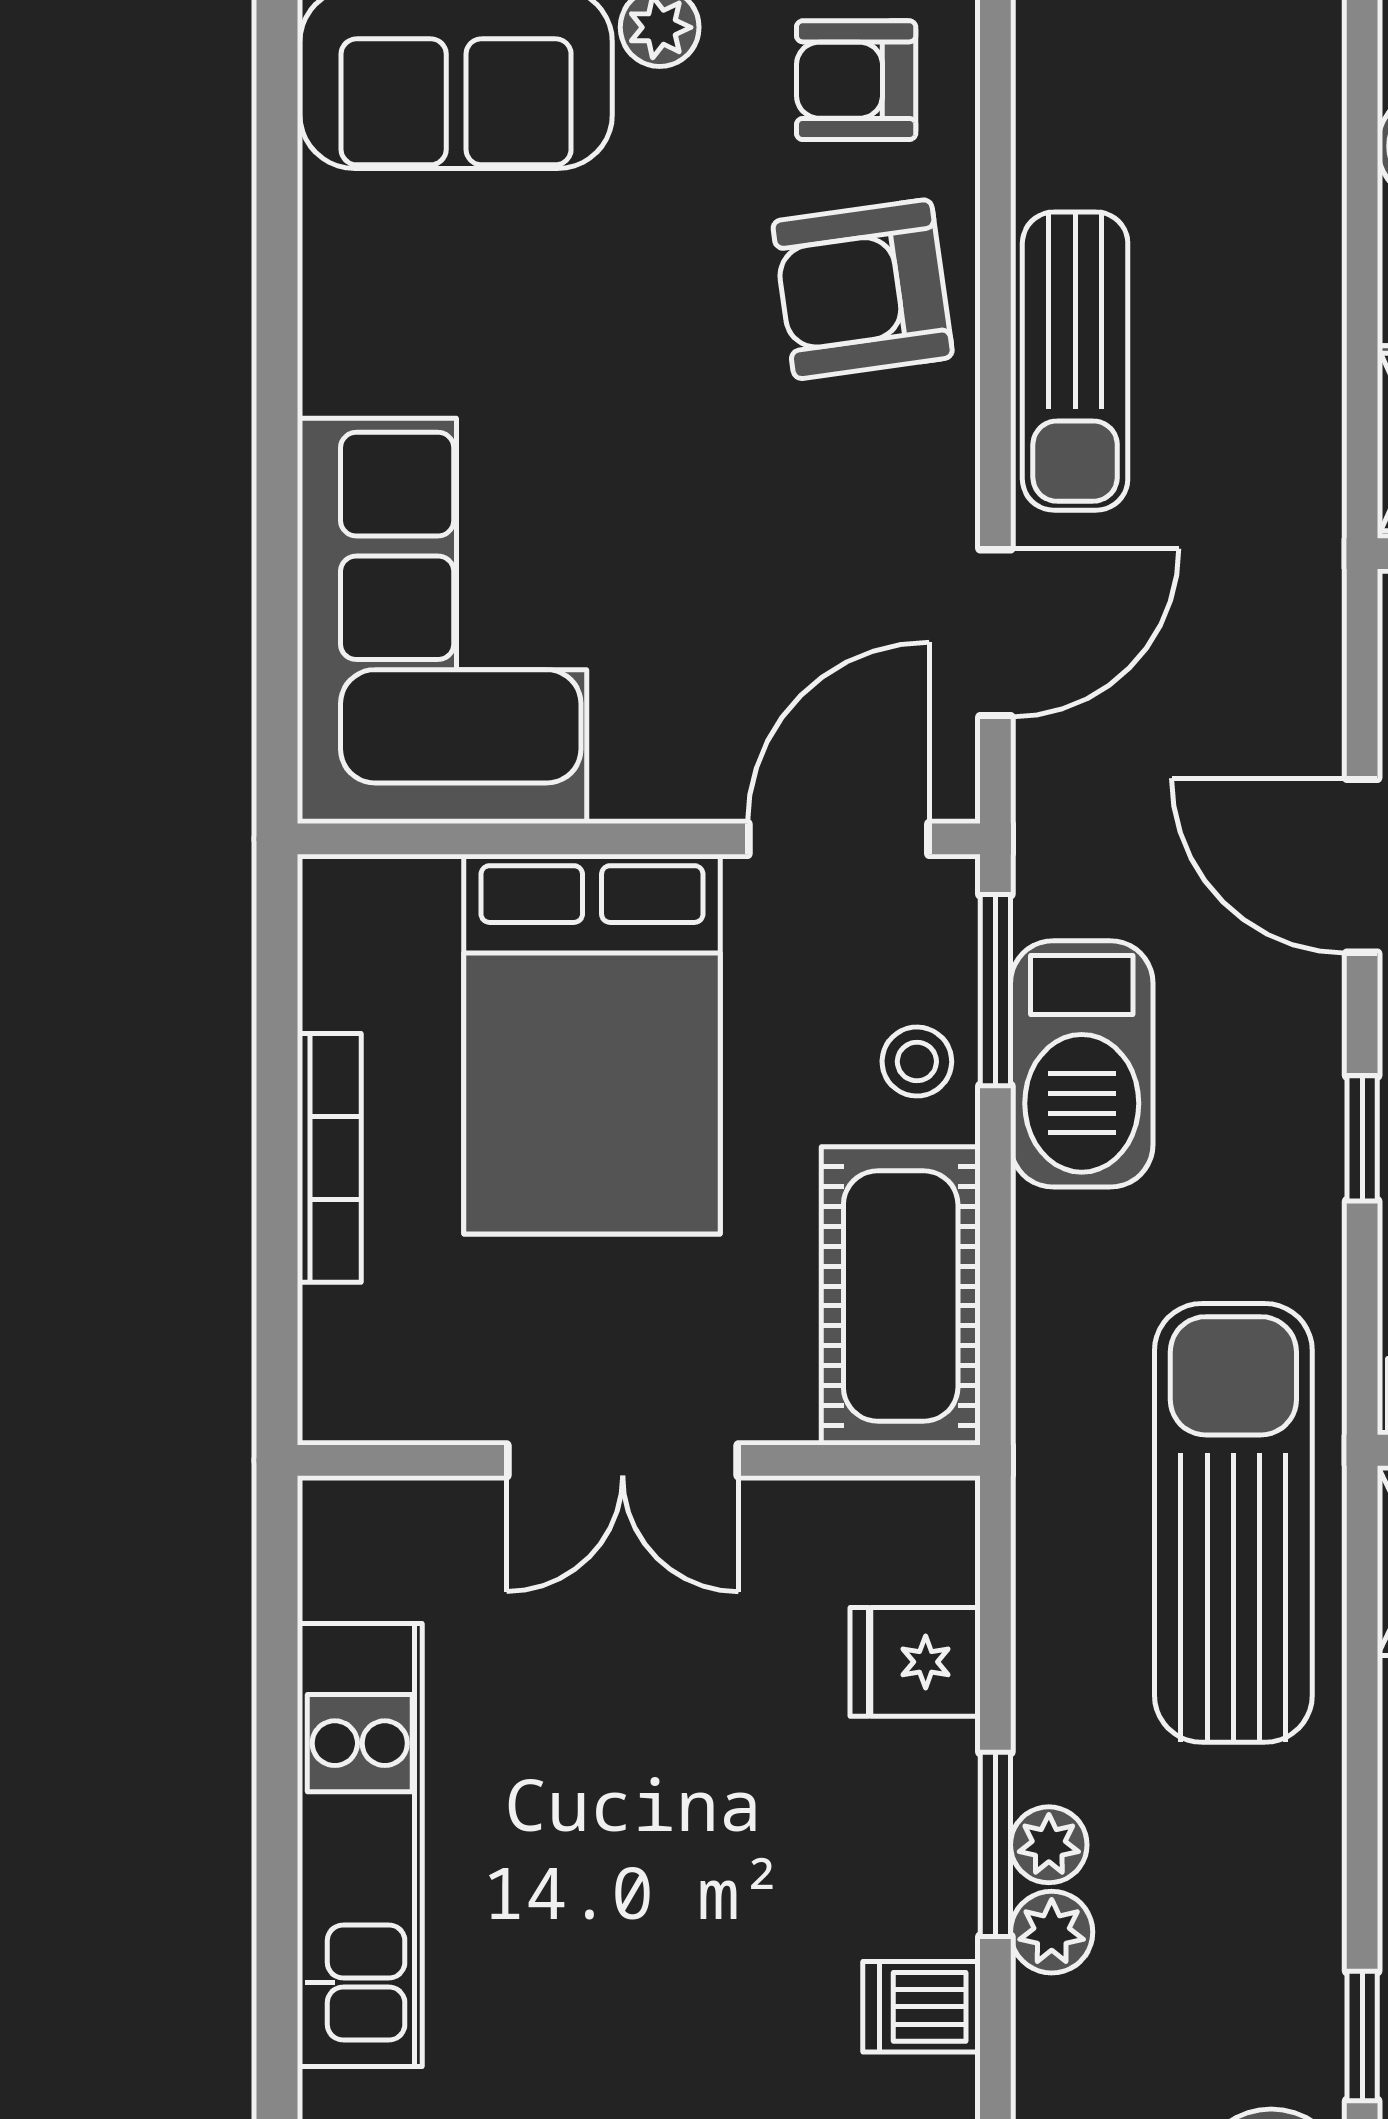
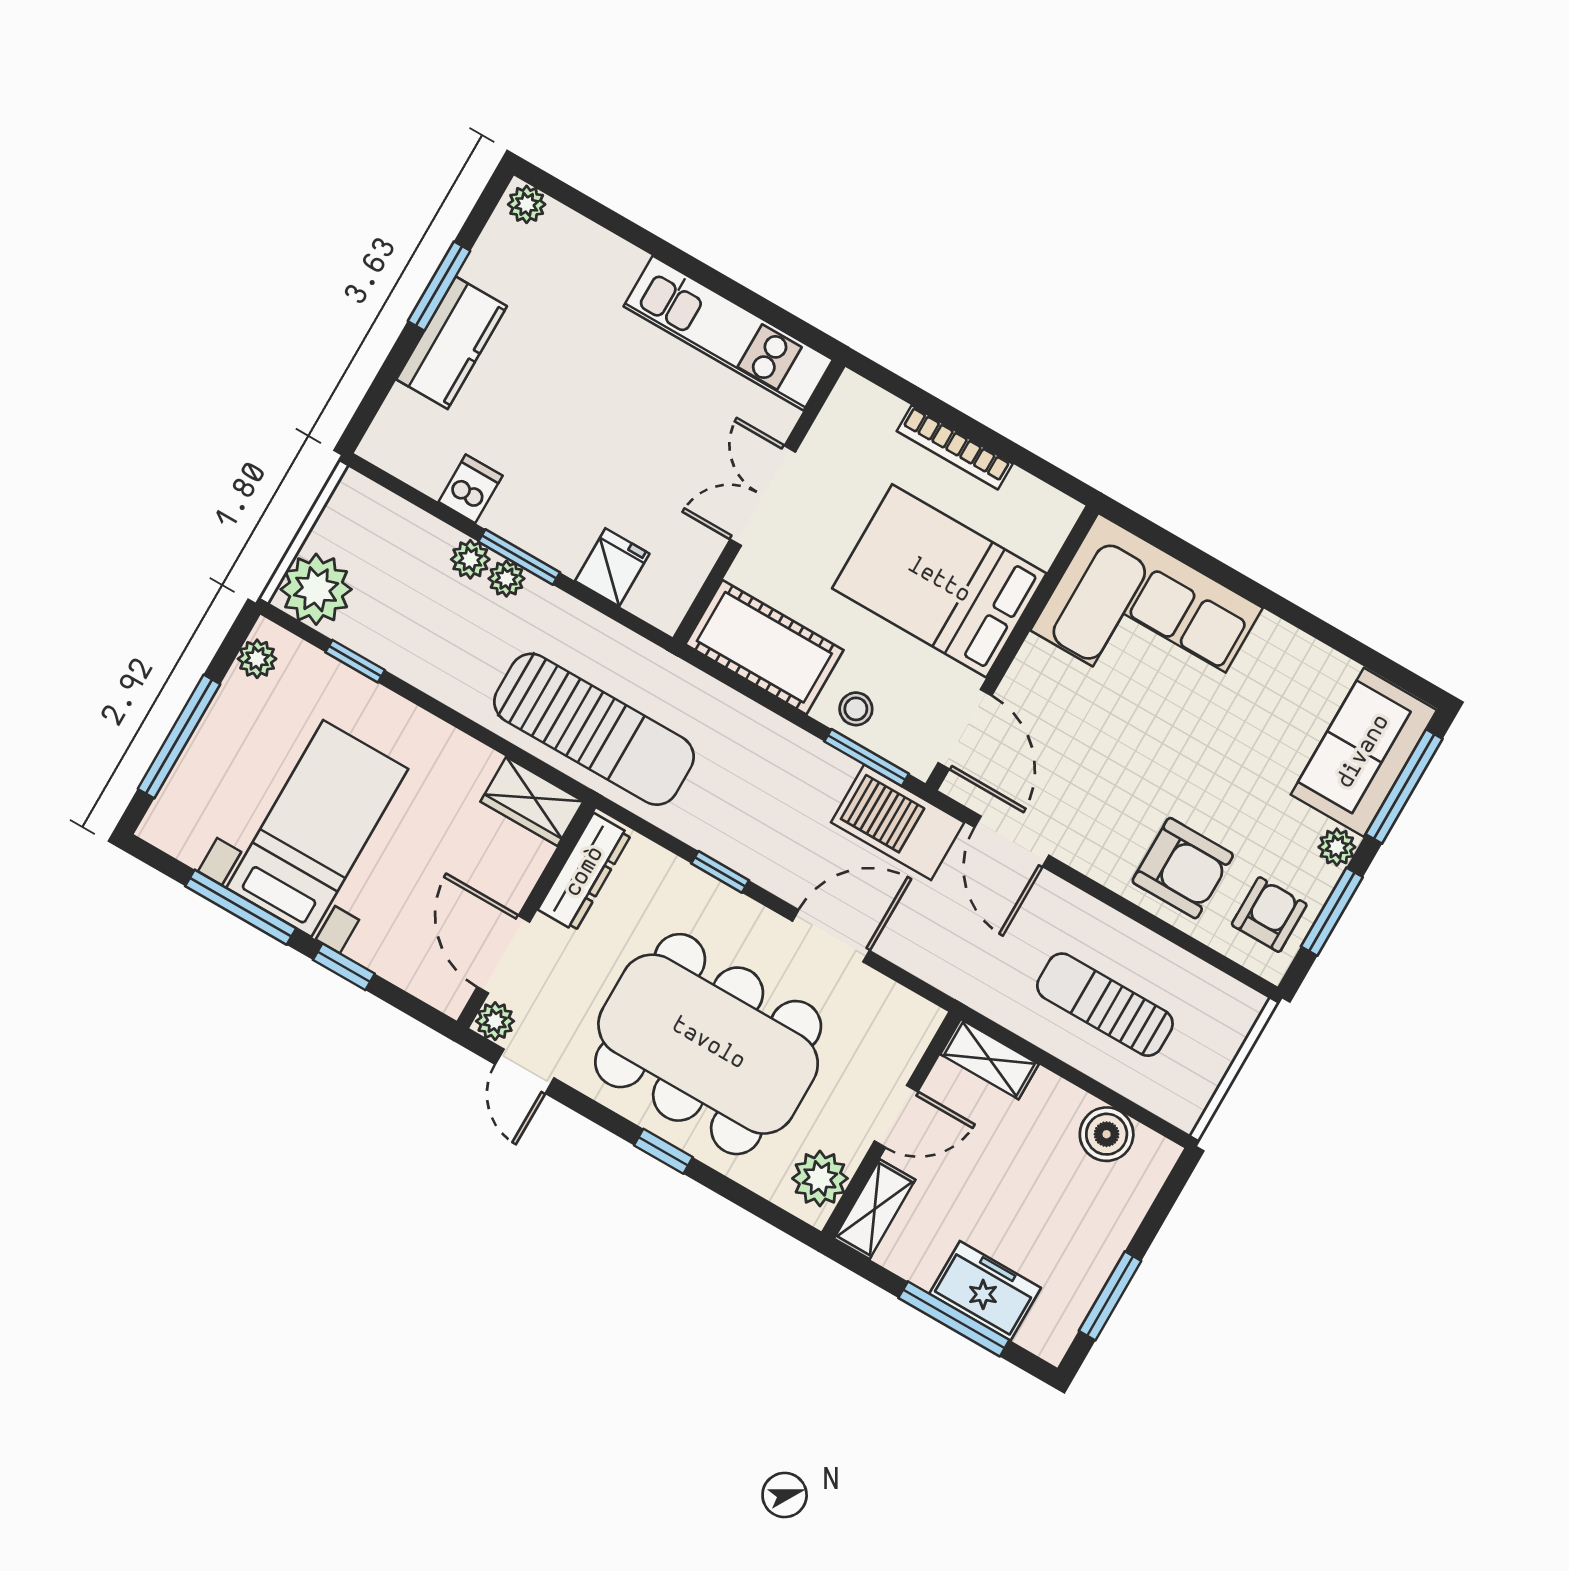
armchair: (863, 289) -> (1183, 868), turned 98
sun lounger: (1075, 361) -> (1105, 1005), moved
barbecue: (1082, 1064) -> (898, 822), moved
kitchen unit: (360, 1845) -> (728, 333), moved

